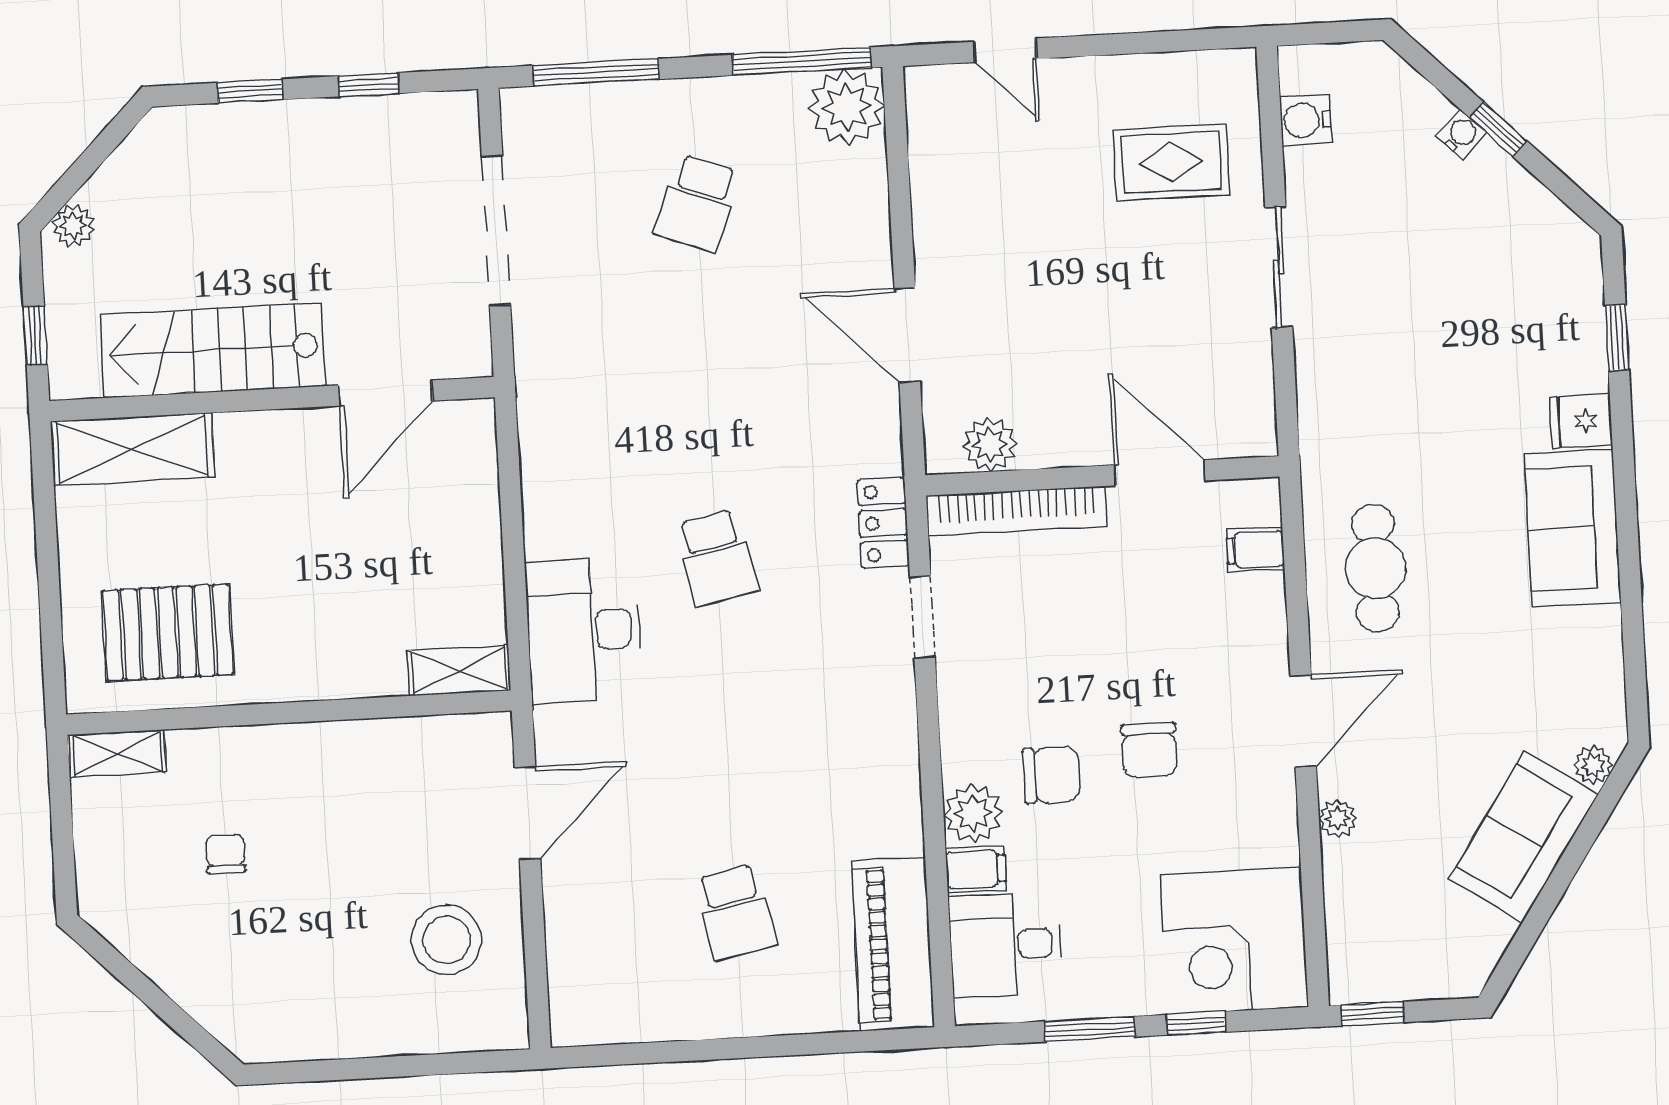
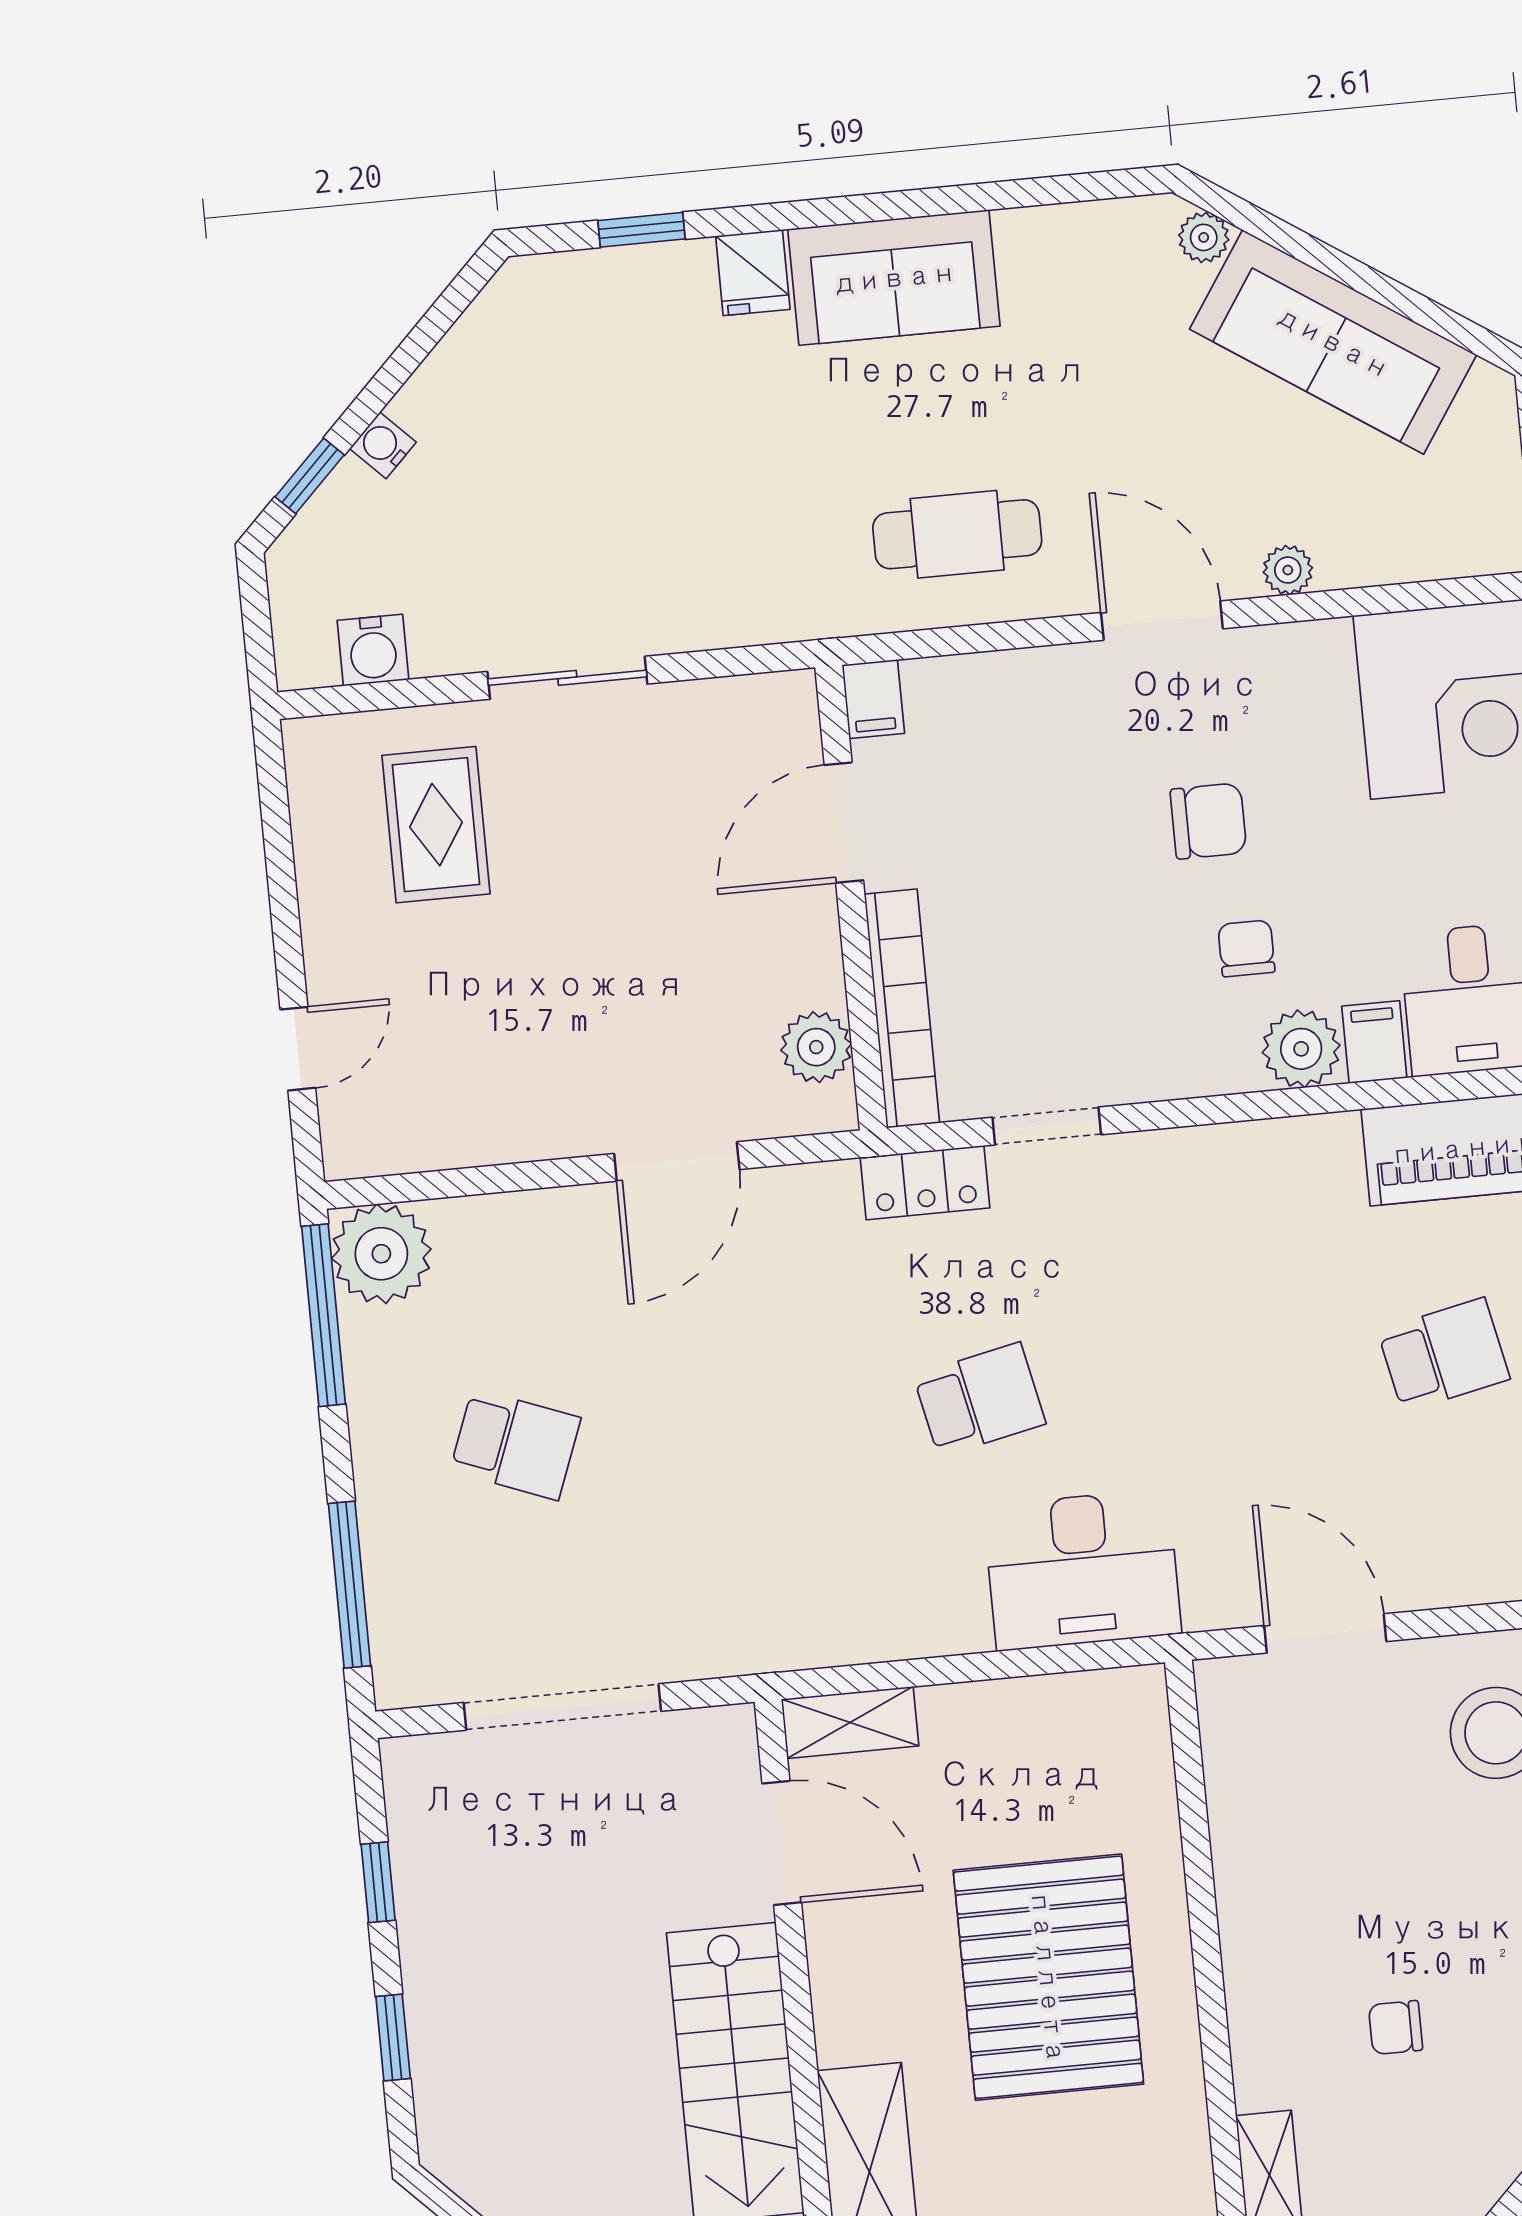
window: (1498, 129) -> (310, 476), moved
filing cabinet: (1255, 549) -> (873, 699), moved
pallet: (168, 633) -> (1048, 1977), moved, width x1.37, depth x1.41
shelving: (459, 670) -> (850, 1723), moved, turned 90
chair: (1051, 775) -> (1246, 948), width x0.73, depth x0.73
sofa: (1523, 837) -> (1333, 342), width x1.36

